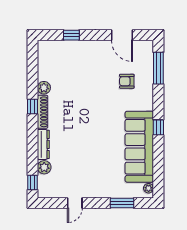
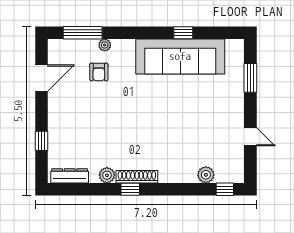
window: (158, 127) -> (183, 33), moved
dresser: (43, 144) -> (70, 176), moved
plant: (149, 188) -> (105, 45), moved

